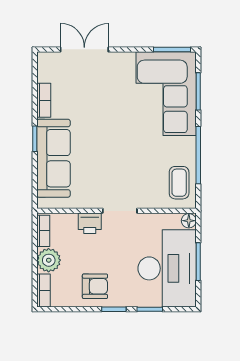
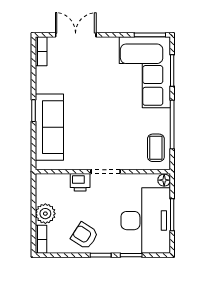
bookcase: (44, 100) -> (41, 51), moved
bookcase: (43, 231) -> (41, 189), removed
armchair: (95, 286) -> (85, 236), turned -147

